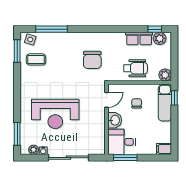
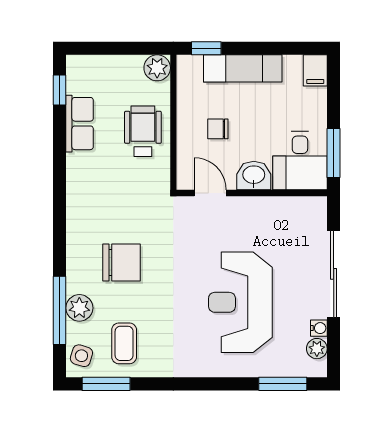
plant: (160, 38) -> (79, 308), moved
chair: (92, 60) -> (122, 263), moved
exam couch: (165, 103) -> (243, 68), moved
reception desk: (55, 114) -> (240, 302), turned 180

